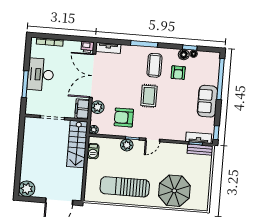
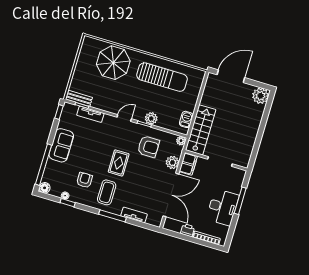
printer: (87, 47) -> (188, 230), moved
tv unit: (108, 48) -> (134, 215), moved
floor lamp: (184, 55) -> (45, 188), moved
tv unit: (199, 138) -> (90, 114), moved

